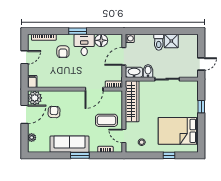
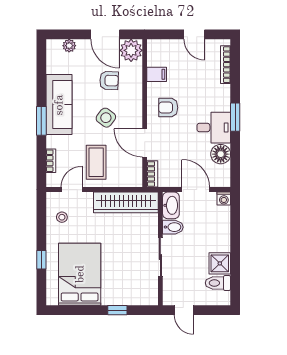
toilet: (159, 42) -> (218, 283), moved
armchair: (63, 52) -> (168, 108), moved
filing cabinet: (32, 81) -> (157, 74), moved
side table: (78, 114) -> (106, 118), added

